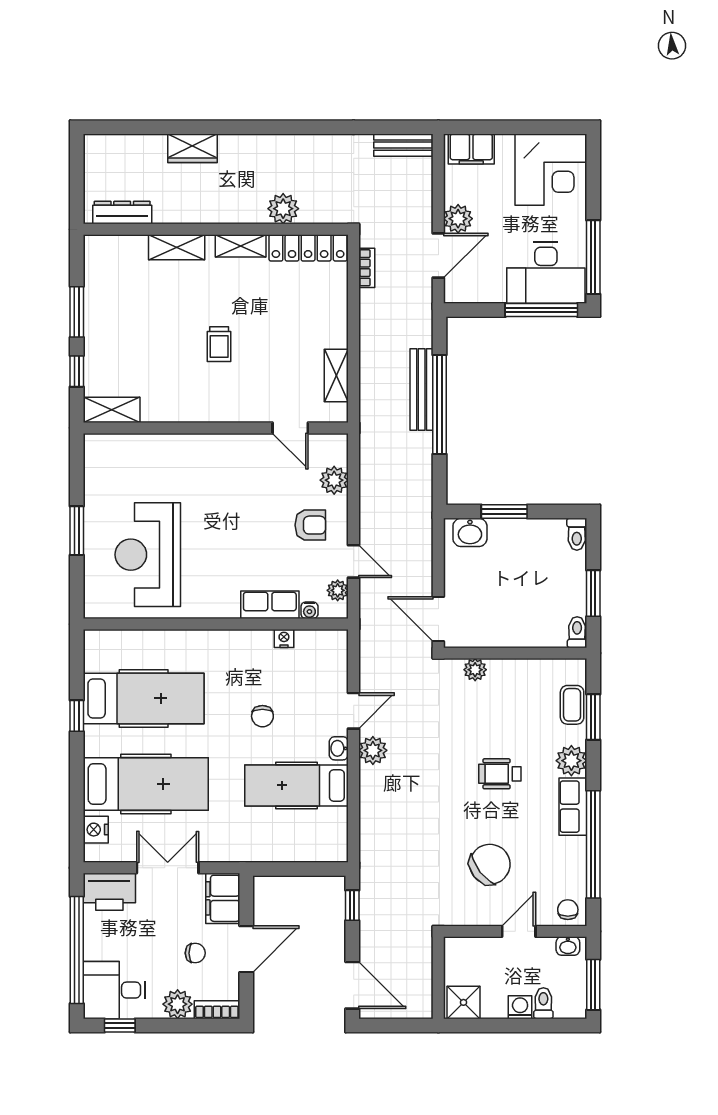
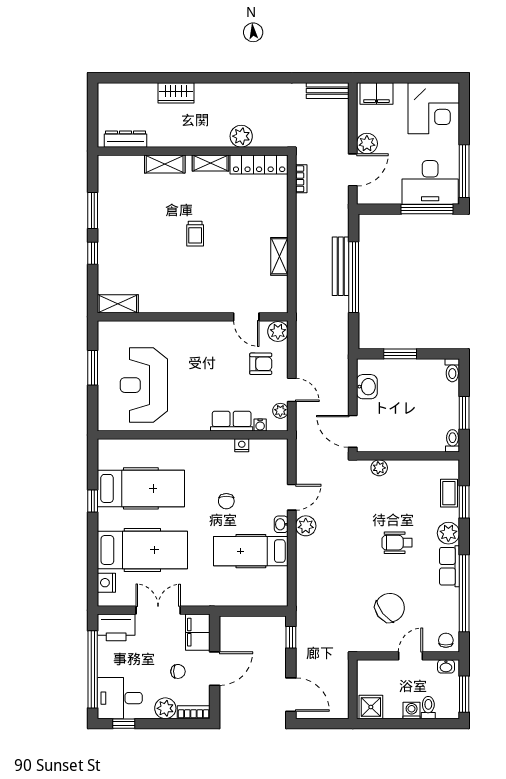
shelving: (112, 410) -> (118, 304), moved
wall: (216, 428) -> (193, 317), moved
door: (290, 428) -> (246, 317), moved
washbasin: (470, 532) -> (367, 387), moved, turned -90

